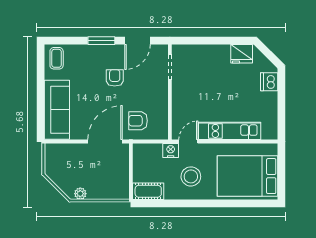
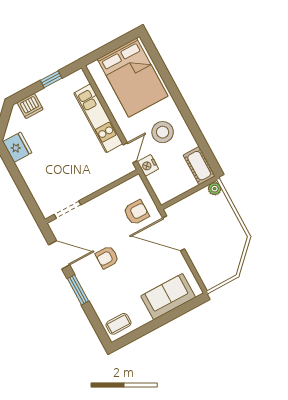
sofa: (57, 110) -> (168, 297), width x0.73
window: (281, 110) -> (51, 79), added
armchair: (138, 121) -> (136, 212), turned -90
door: (188, 141) -> (130, 153), swing flipped
plant: (80, 194) -> (215, 189), moved

